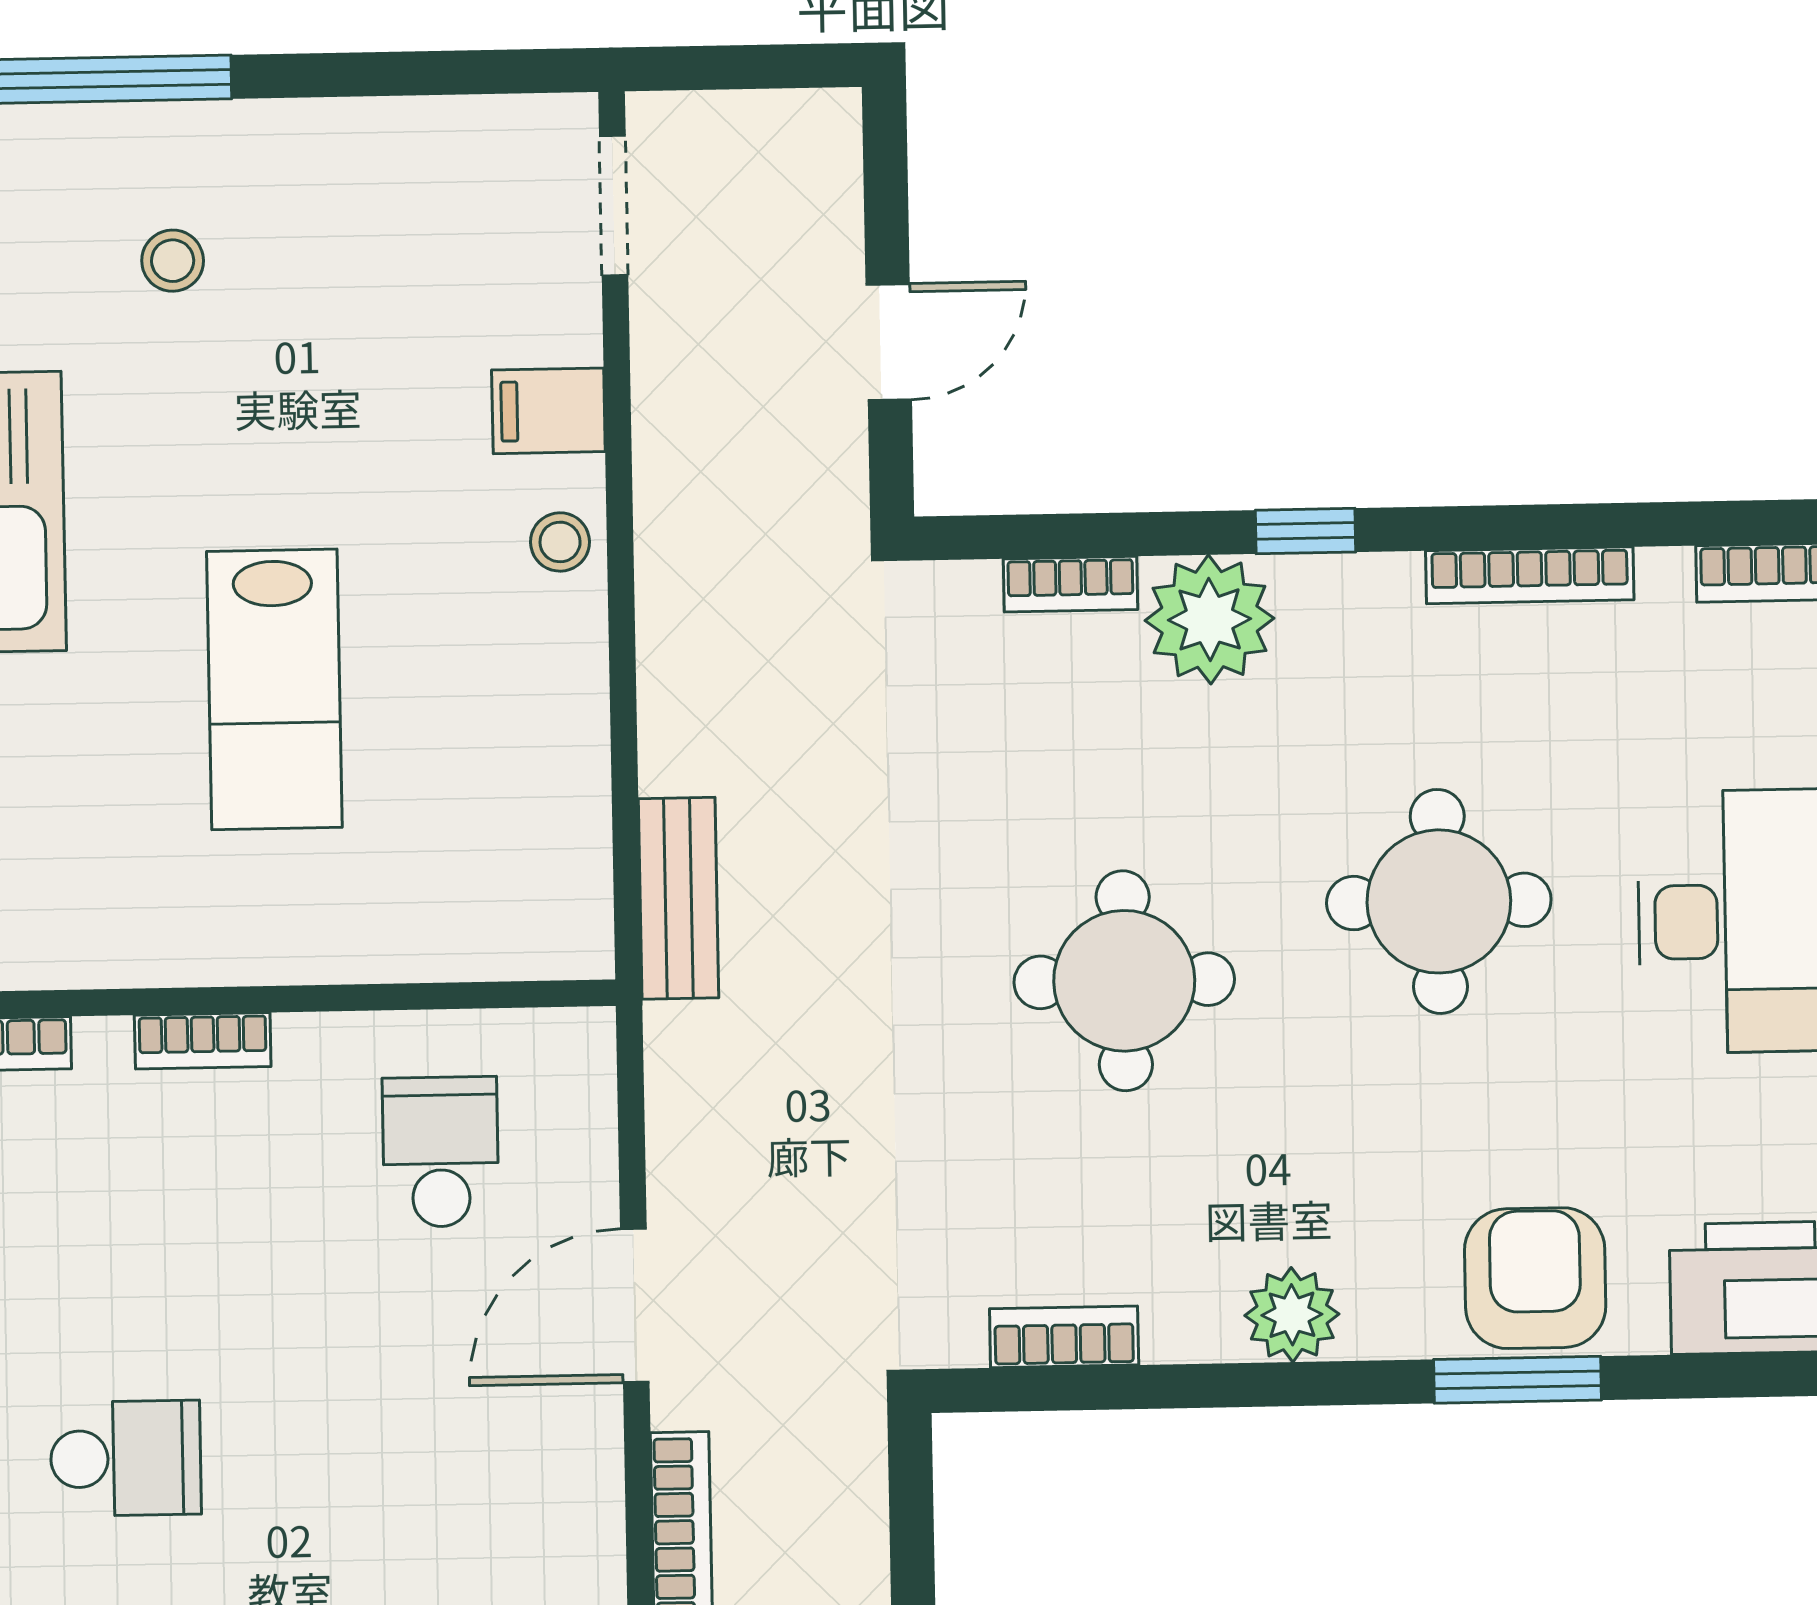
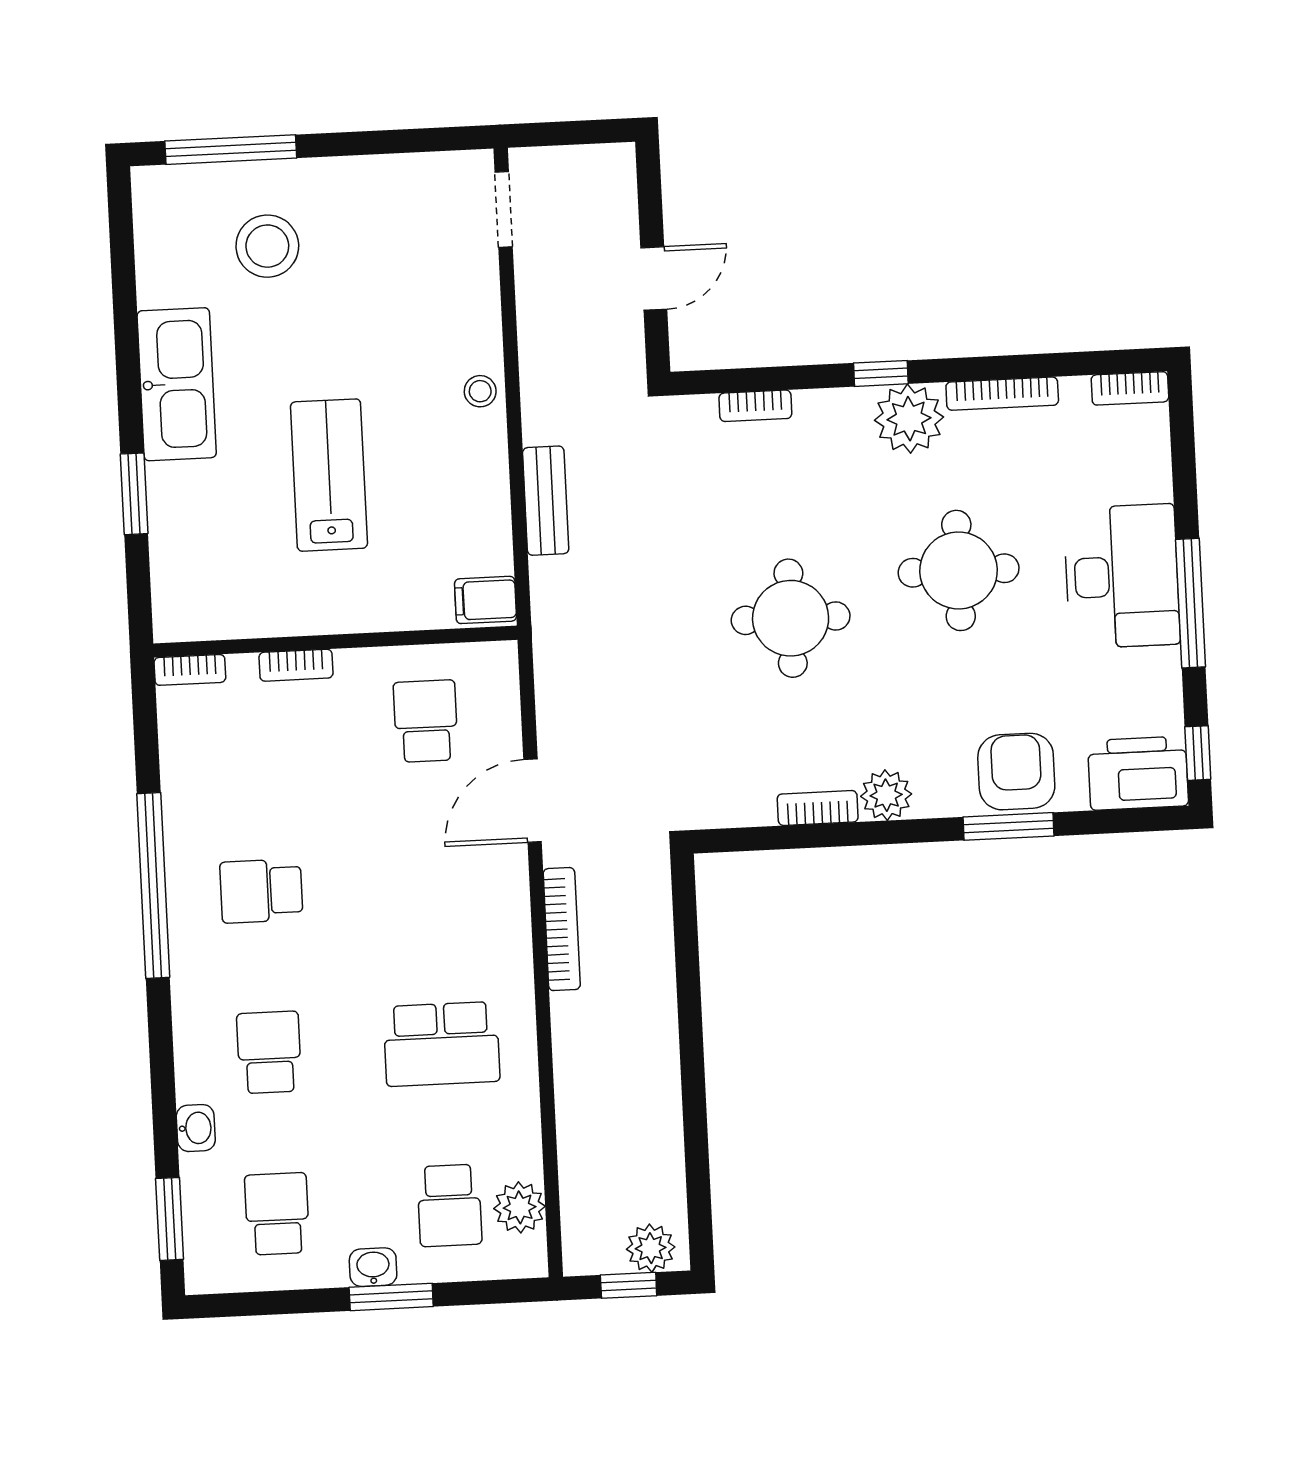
stool: (173, 261) -> (267, 246), width x1.89, depth x1.89
filing cabinet: (548, 411) -> (486, 600), moved
plant: (1210, 619) -> (909, 419), moved
lab bench: (274, 689) -> (329, 475), turned 180
bench: (678, 898) -> (546, 501), moved
bookcase: (1064, 1337) -> (818, 808), moved
school desk: (126, 1458) -> (261, 891), turned 180

